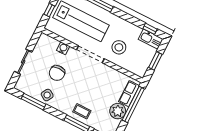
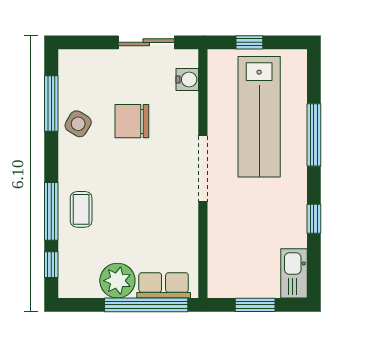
window: (150, 29) -> (314, 219), moved
stool: (119, 47) -> (246, 218), removed
water cooler: (63, 48) -> (187, 79), moved
sliding door: (23, 62) -> (146, 42), moved

